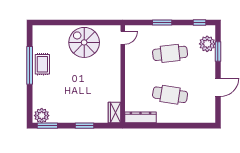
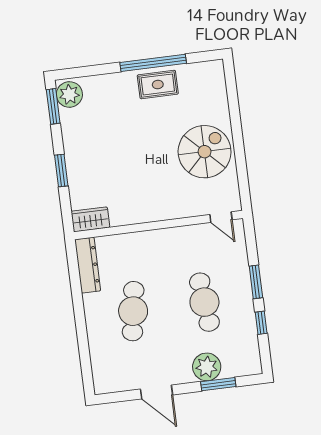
window: (200, 22) -> (261, 323), moved
plant: (207, 44) -> (207, 367), moved

